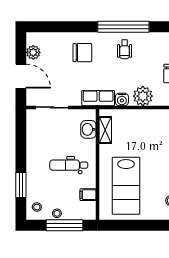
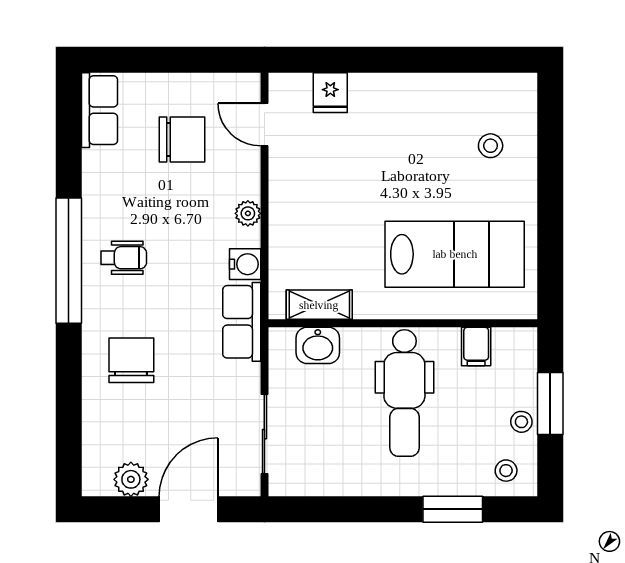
plant: (143, 96) -> (248, 213), width x0.53, depth x0.53
dental chair: (69, 165) -> (404, 393), width x1.36, depth x1.38
window: (64, 225) -> (550, 403), width x0.69

